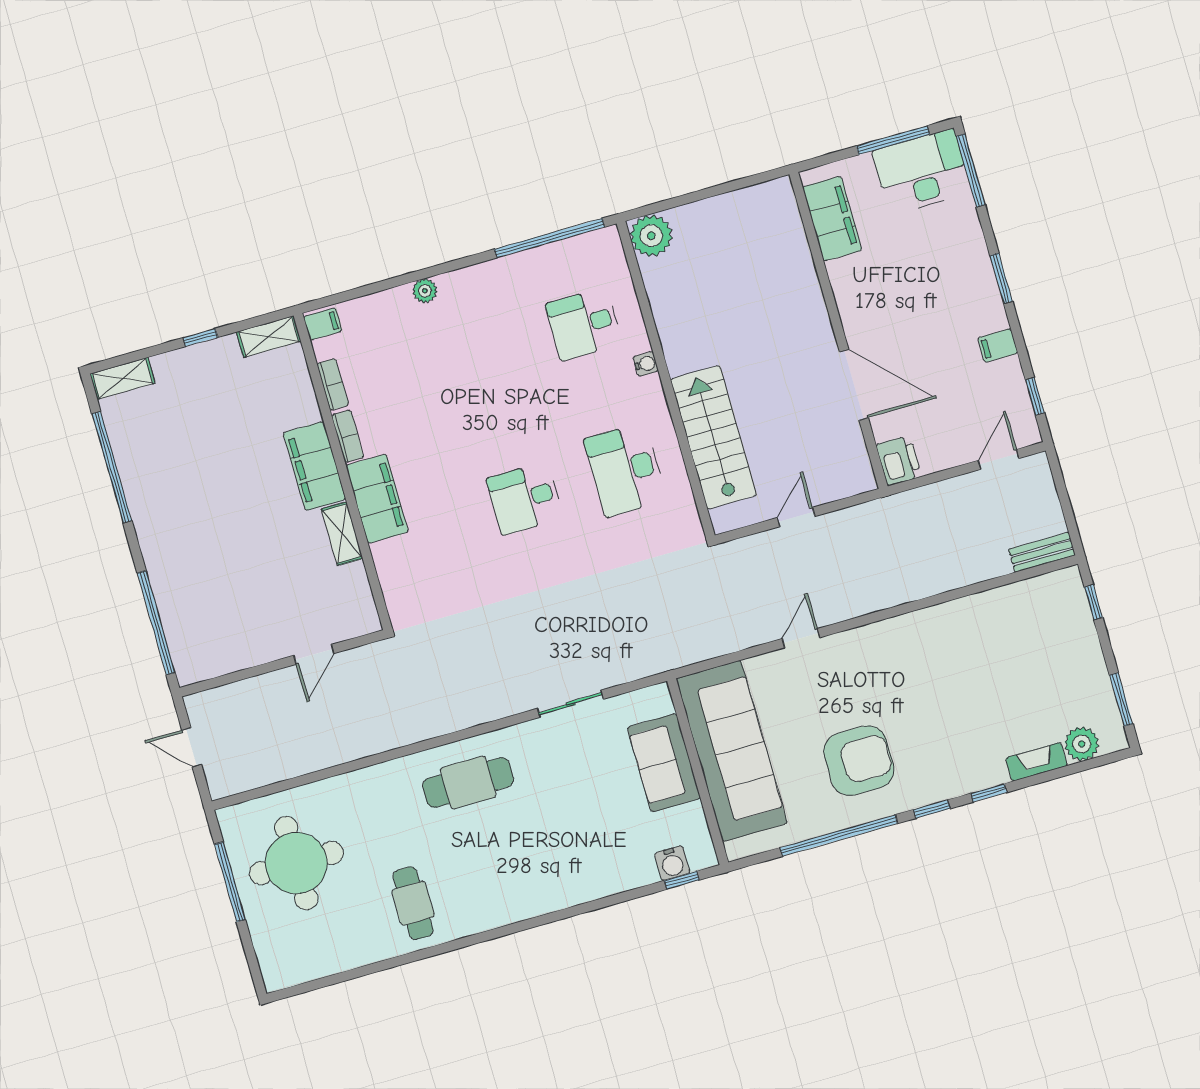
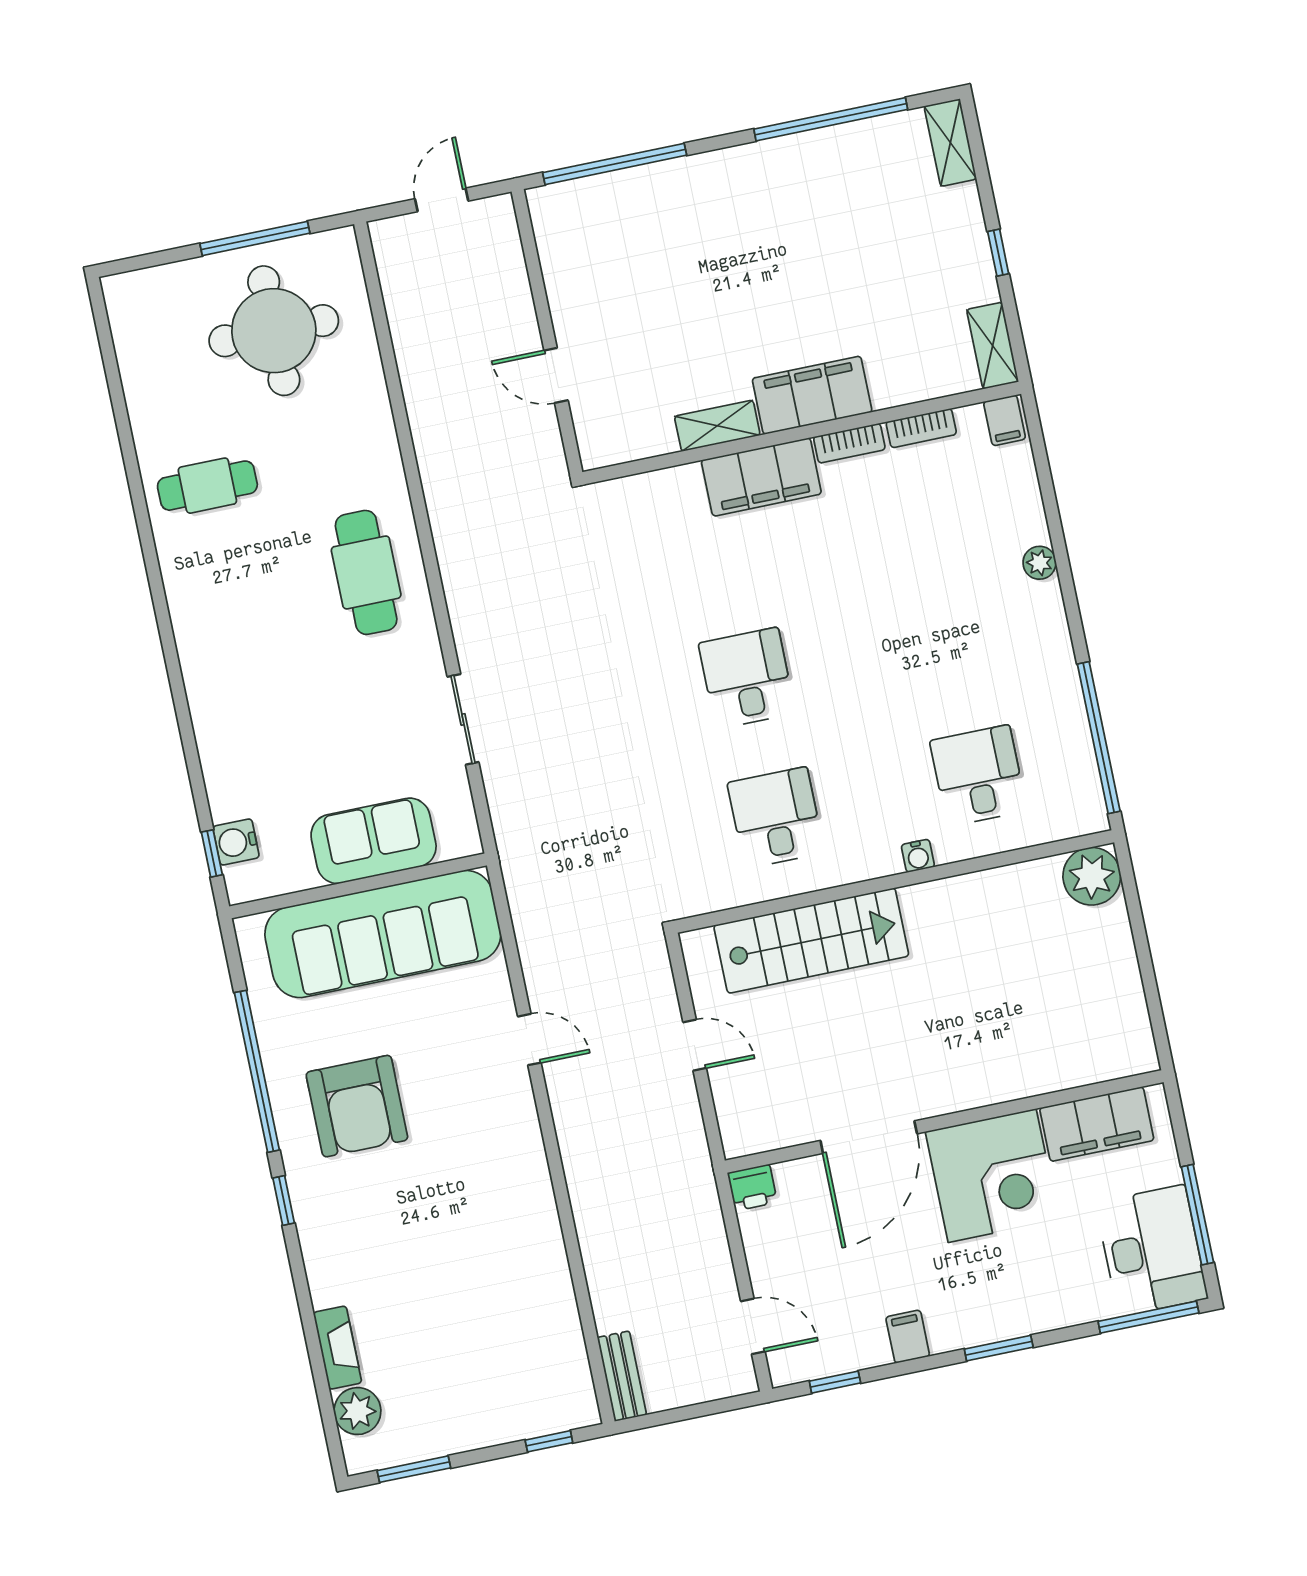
corner desk: (875, 292) -> (992, 1176), added
printer: (899, 461) -> (752, 1187), width x0.73, depth x0.81
desk: (625, 470) -> (776, 818), width x0.73
window: (989, 793) -> (300, 1280), removed

